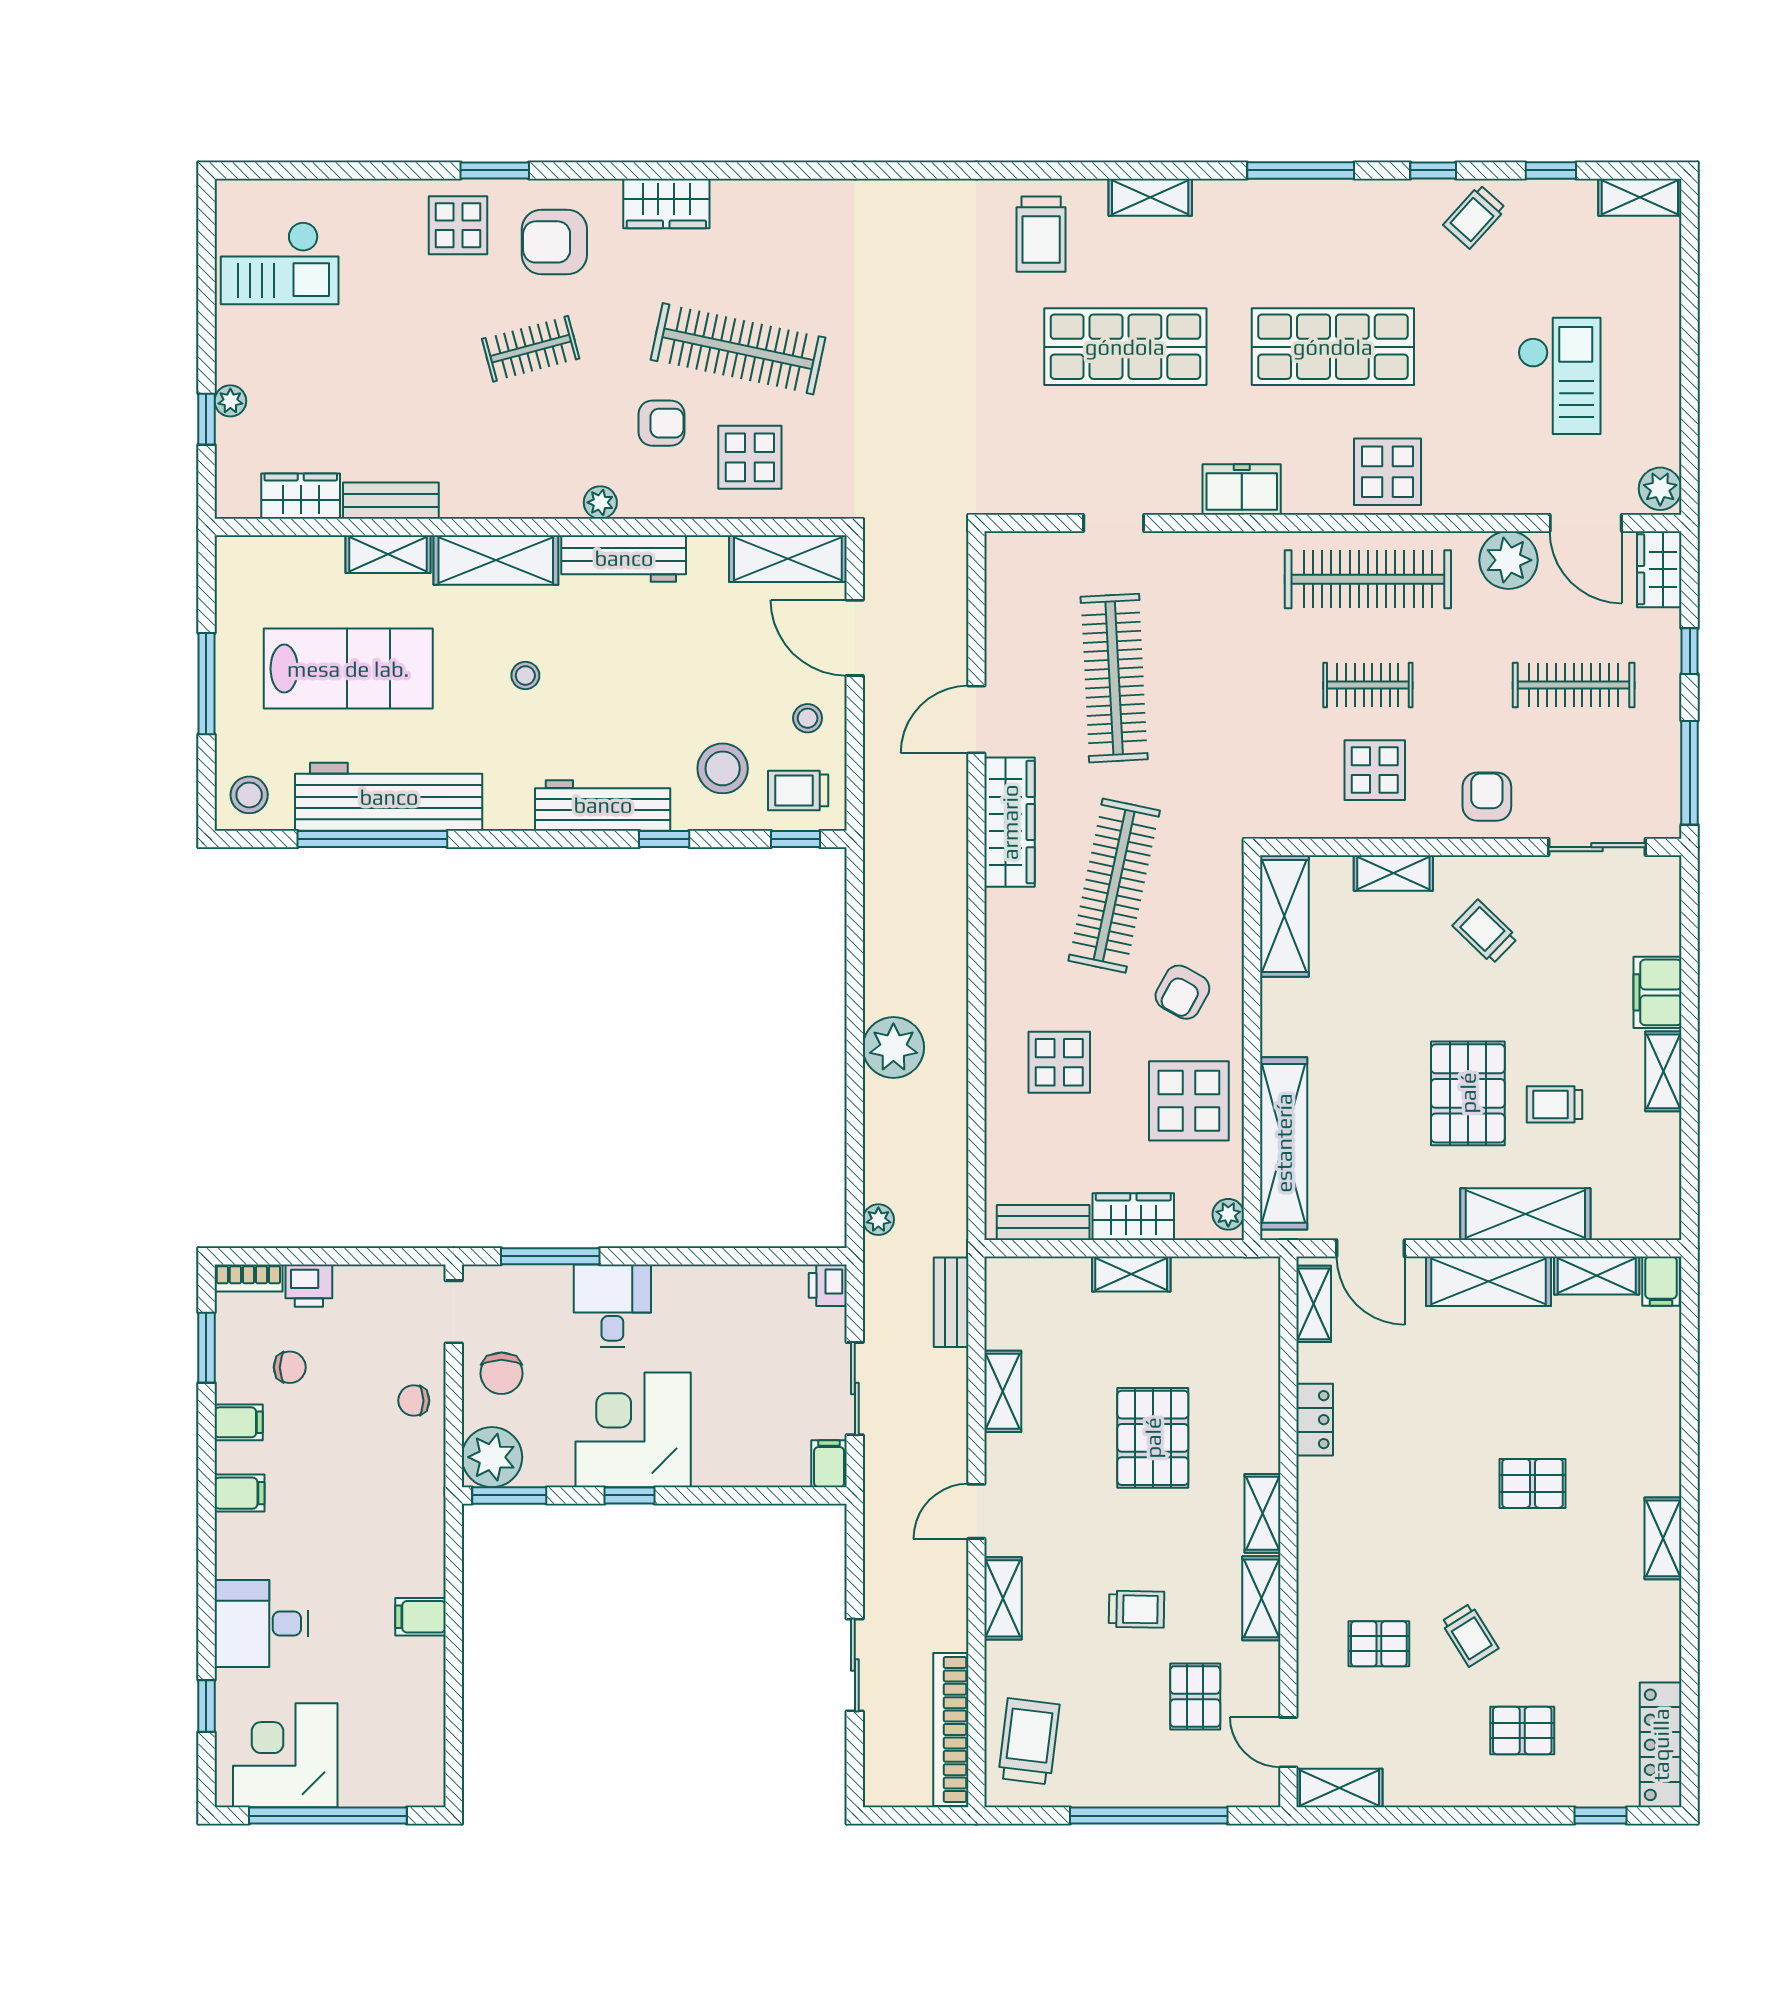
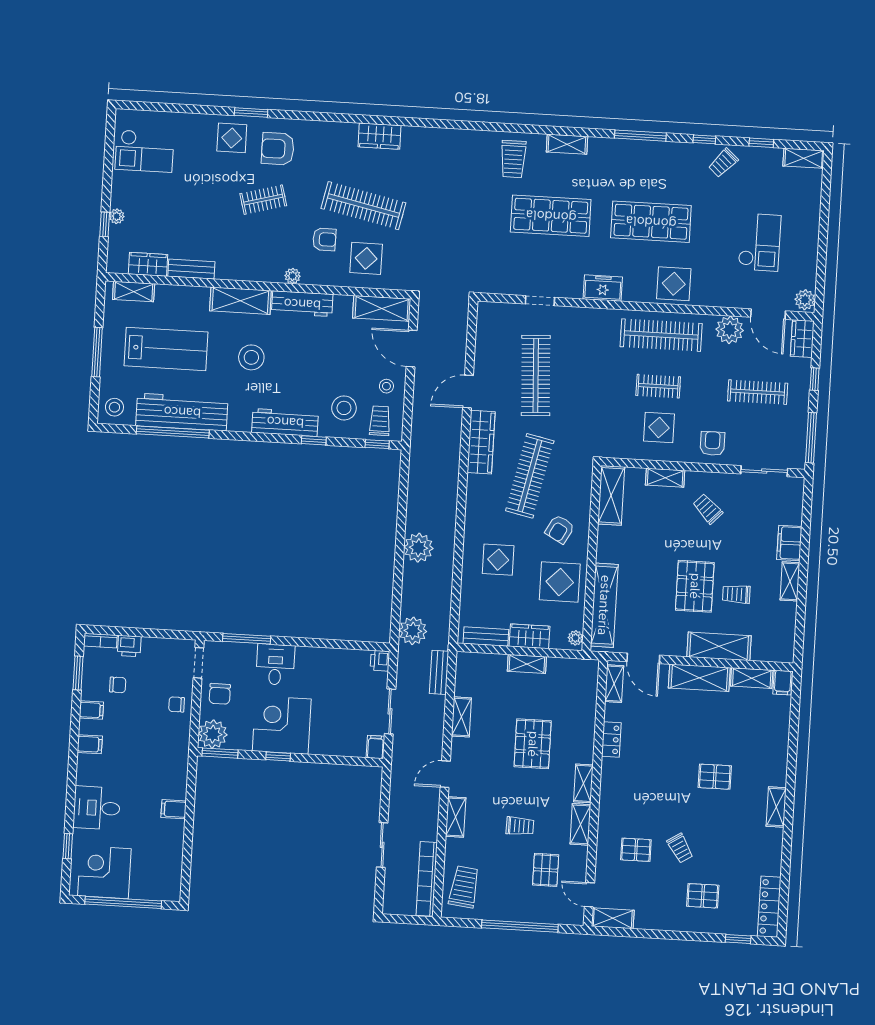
wardrobe: (666, 203) -> (380, 136), moved
shelving: (388, 554) -> (134, 292), moved
stool: (525, 676) -> (251, 357), width x1.89, depth x1.89
trolley: (798, 790) -> (380, 421), turned 90
plant: (878, 1220) -> (413, 631), width x1.88, depth x1.88

